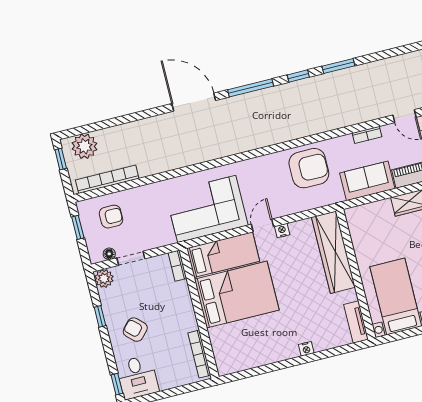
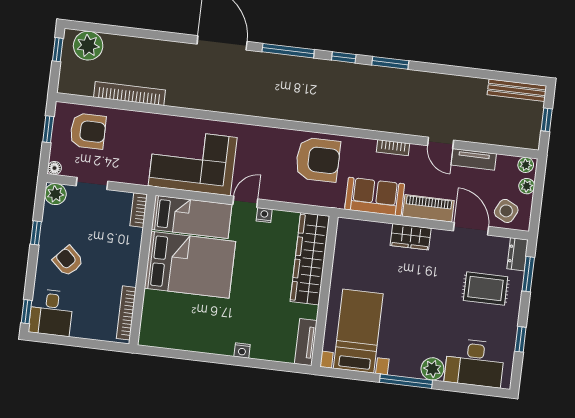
bookcase: (107, 179) -> (129, 94), moved
armchair: (111, 217) -> (88, 131), width x1.38, depth x1.38
floor lamp: (109, 254) -> (55, 168), moved

